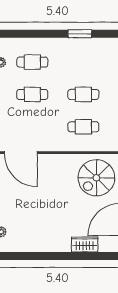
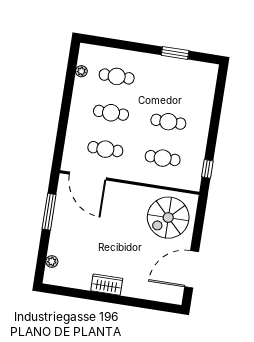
cafe table: (32, 127) -> (105, 149), added
wardrobe: (85, 244) -> (107, 285), moved

